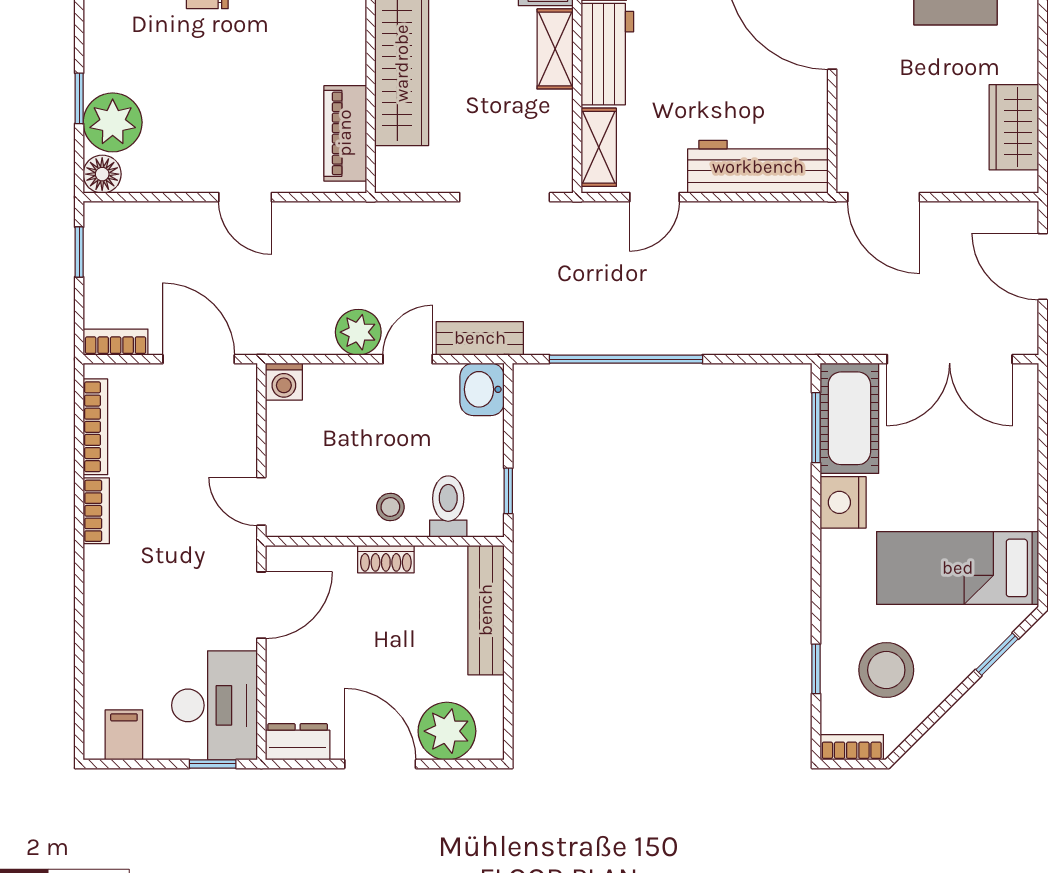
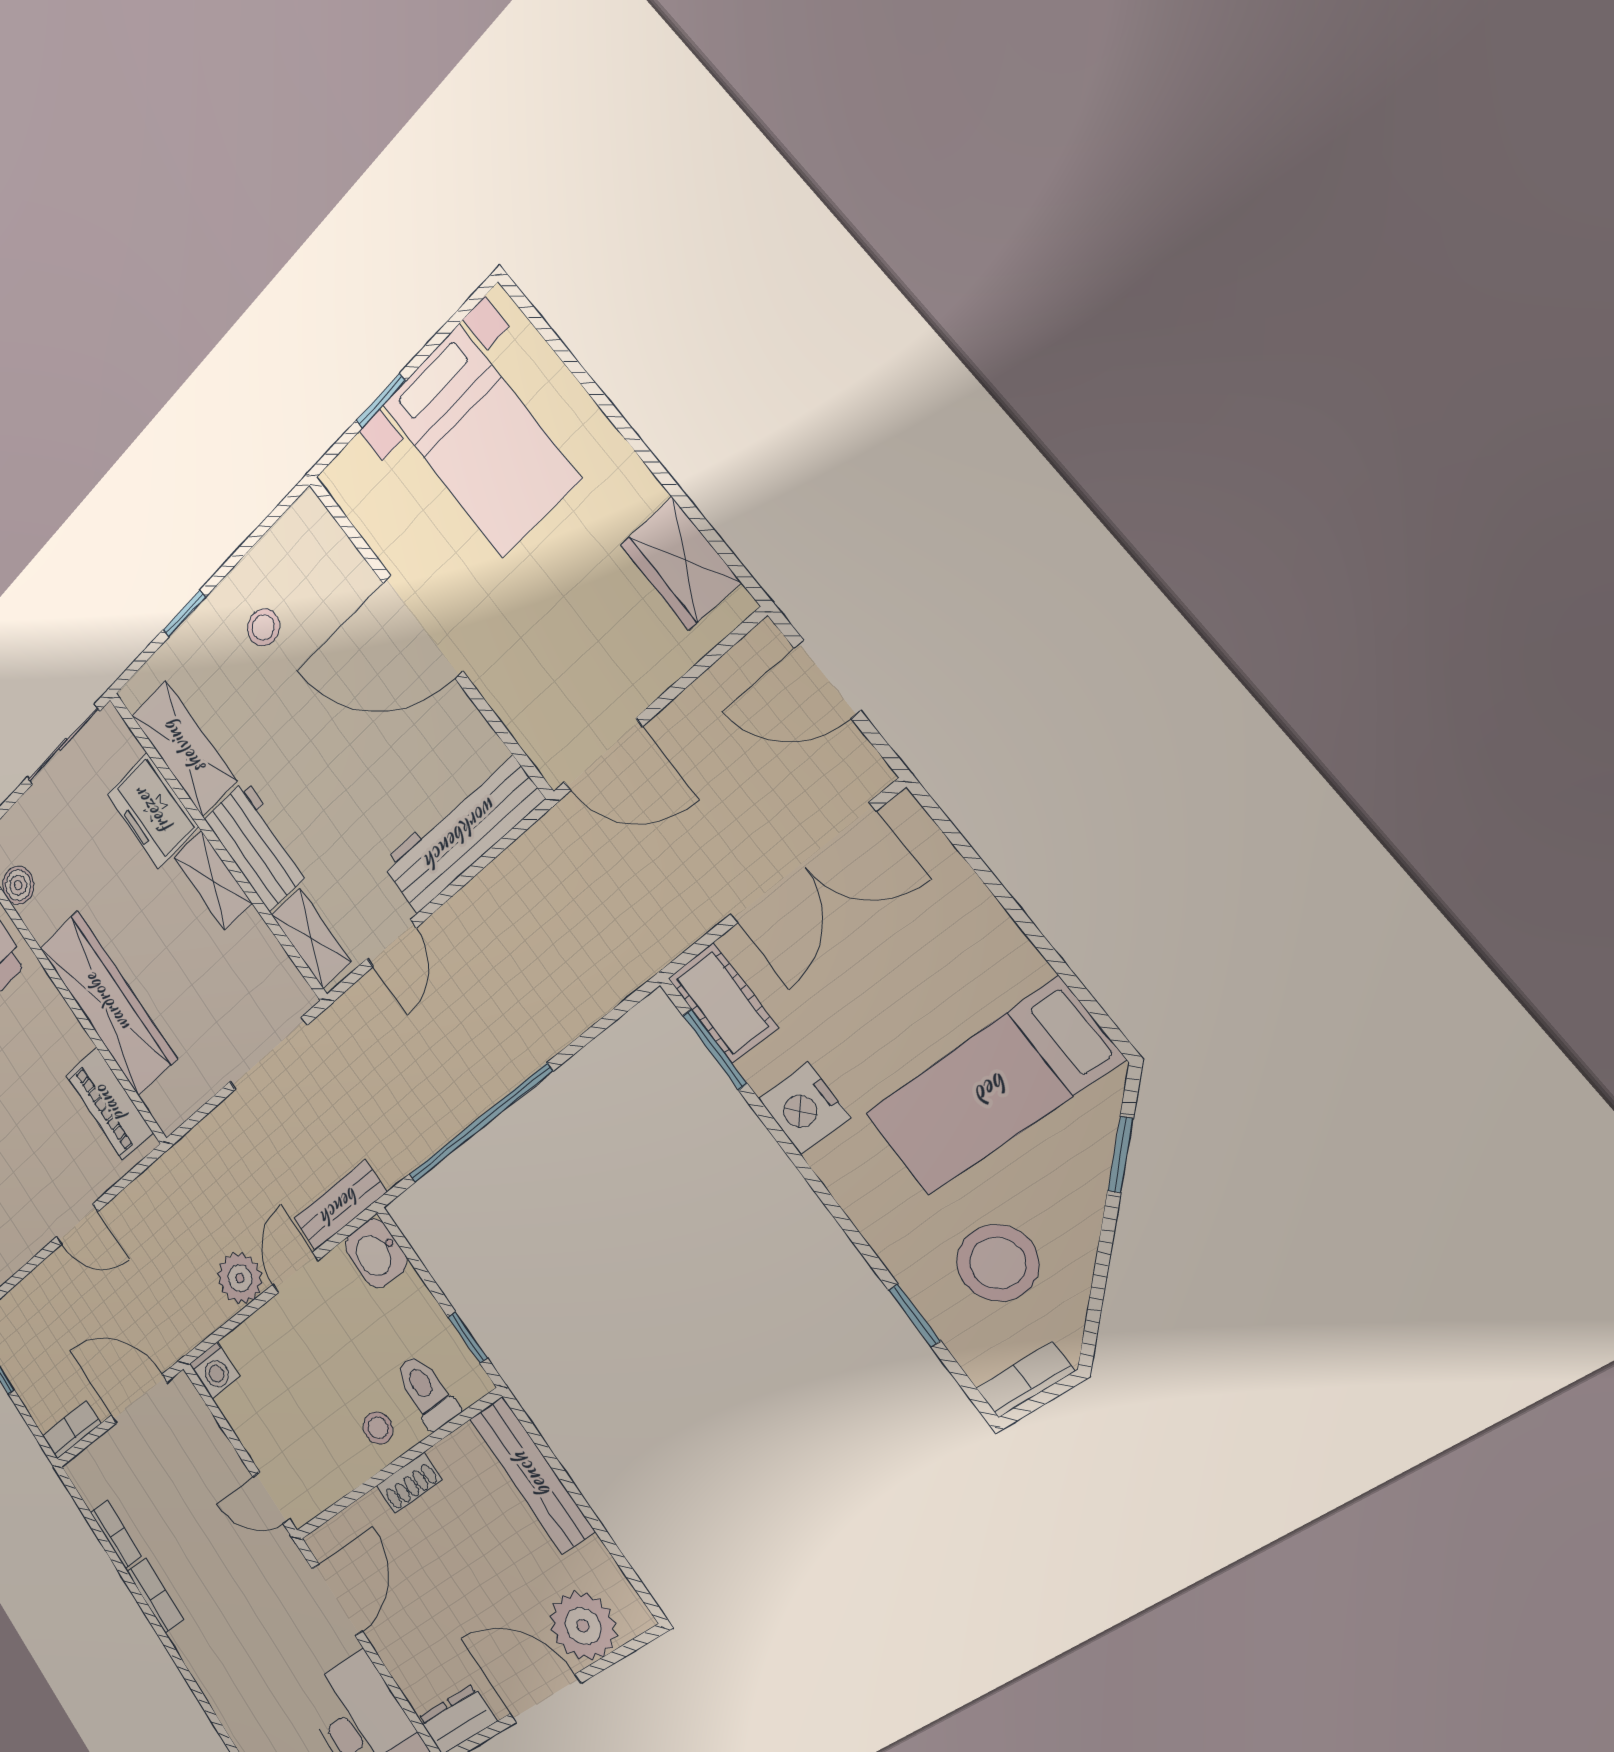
cot: (849, 418) -> (723, 1003), width x0.73, depth x0.75
bookcase: (95, 427) -> (116, 1534), width x0.64

